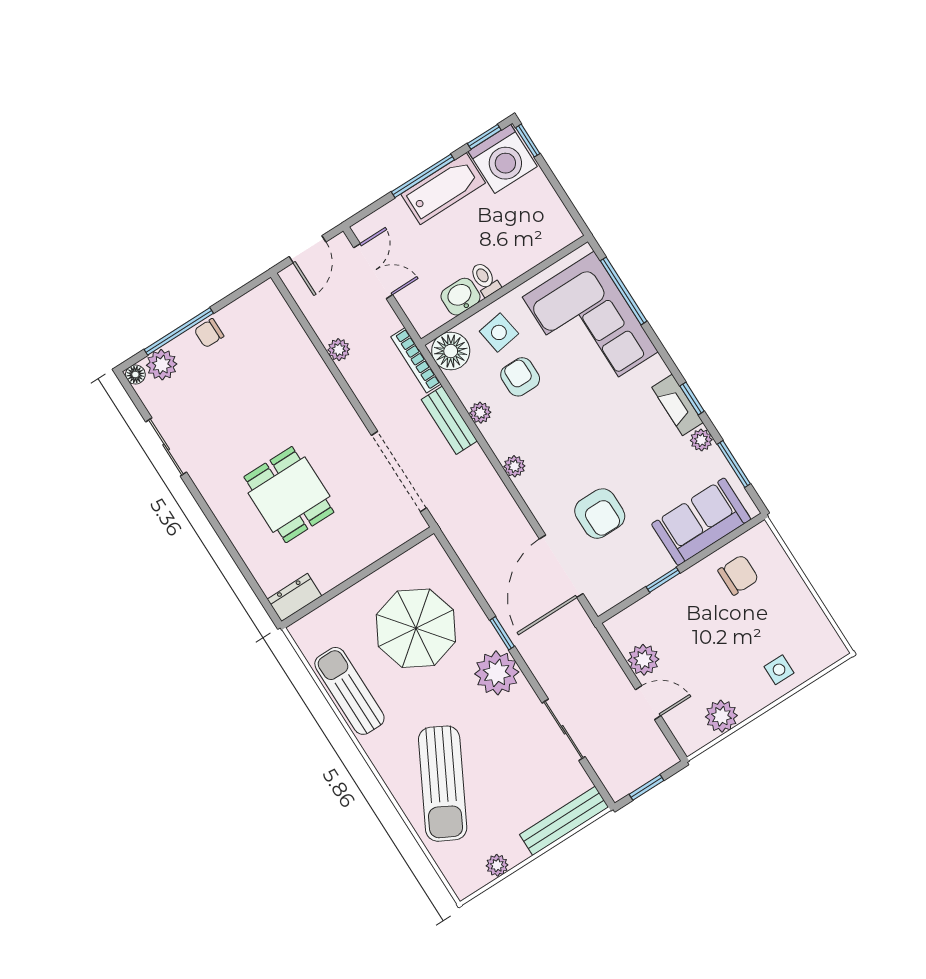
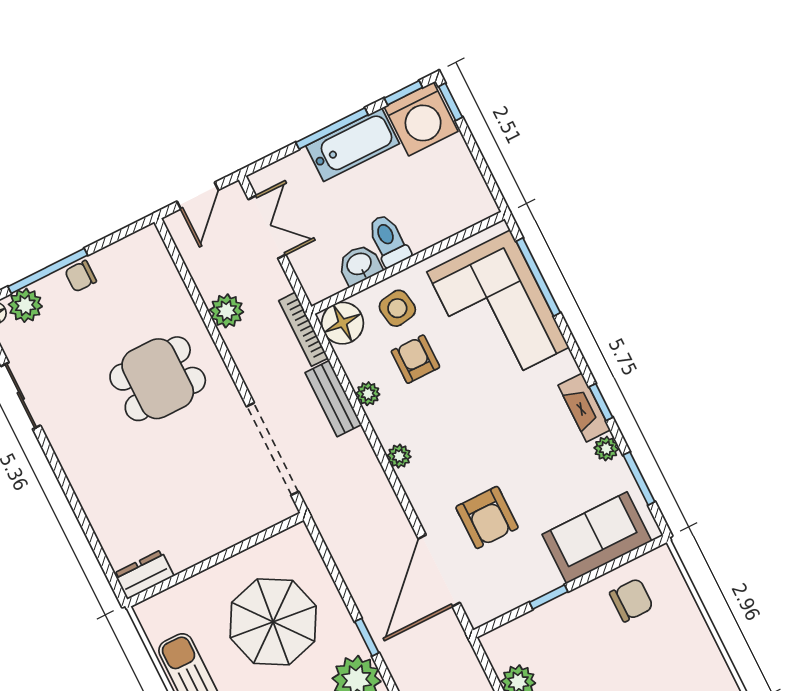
toilet: (485, 279) -> (389, 240), width x1.37, depth x1.39
plant: (339, 350) -> (227, 311), width x1.38, depth x1.38
dining table: (289, 495) -> (158, 379), moved, turned 90

